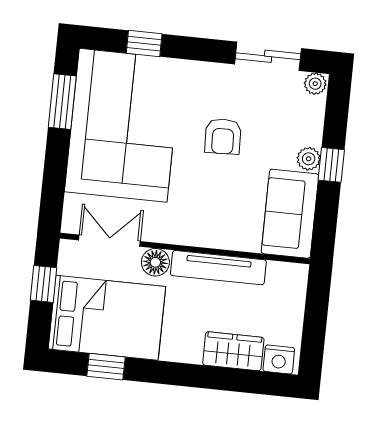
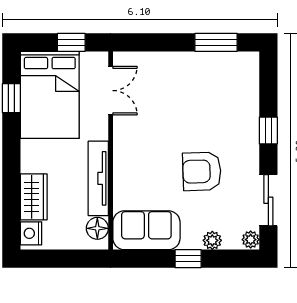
window: (144, 43) -> (268, 131), moved
corner sofa: (123, 125) -> (202, 92), removed
armchair: (223, 136) -> (202, 171), width x1.38, depth x1.38
plant: (309, 159) -> (212, 240), moved
floor lamp: (155, 262) -> (97, 228), moved

